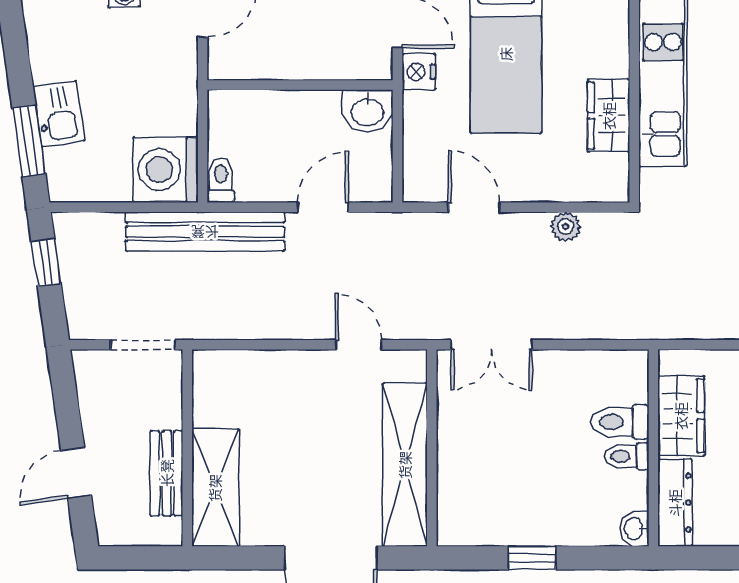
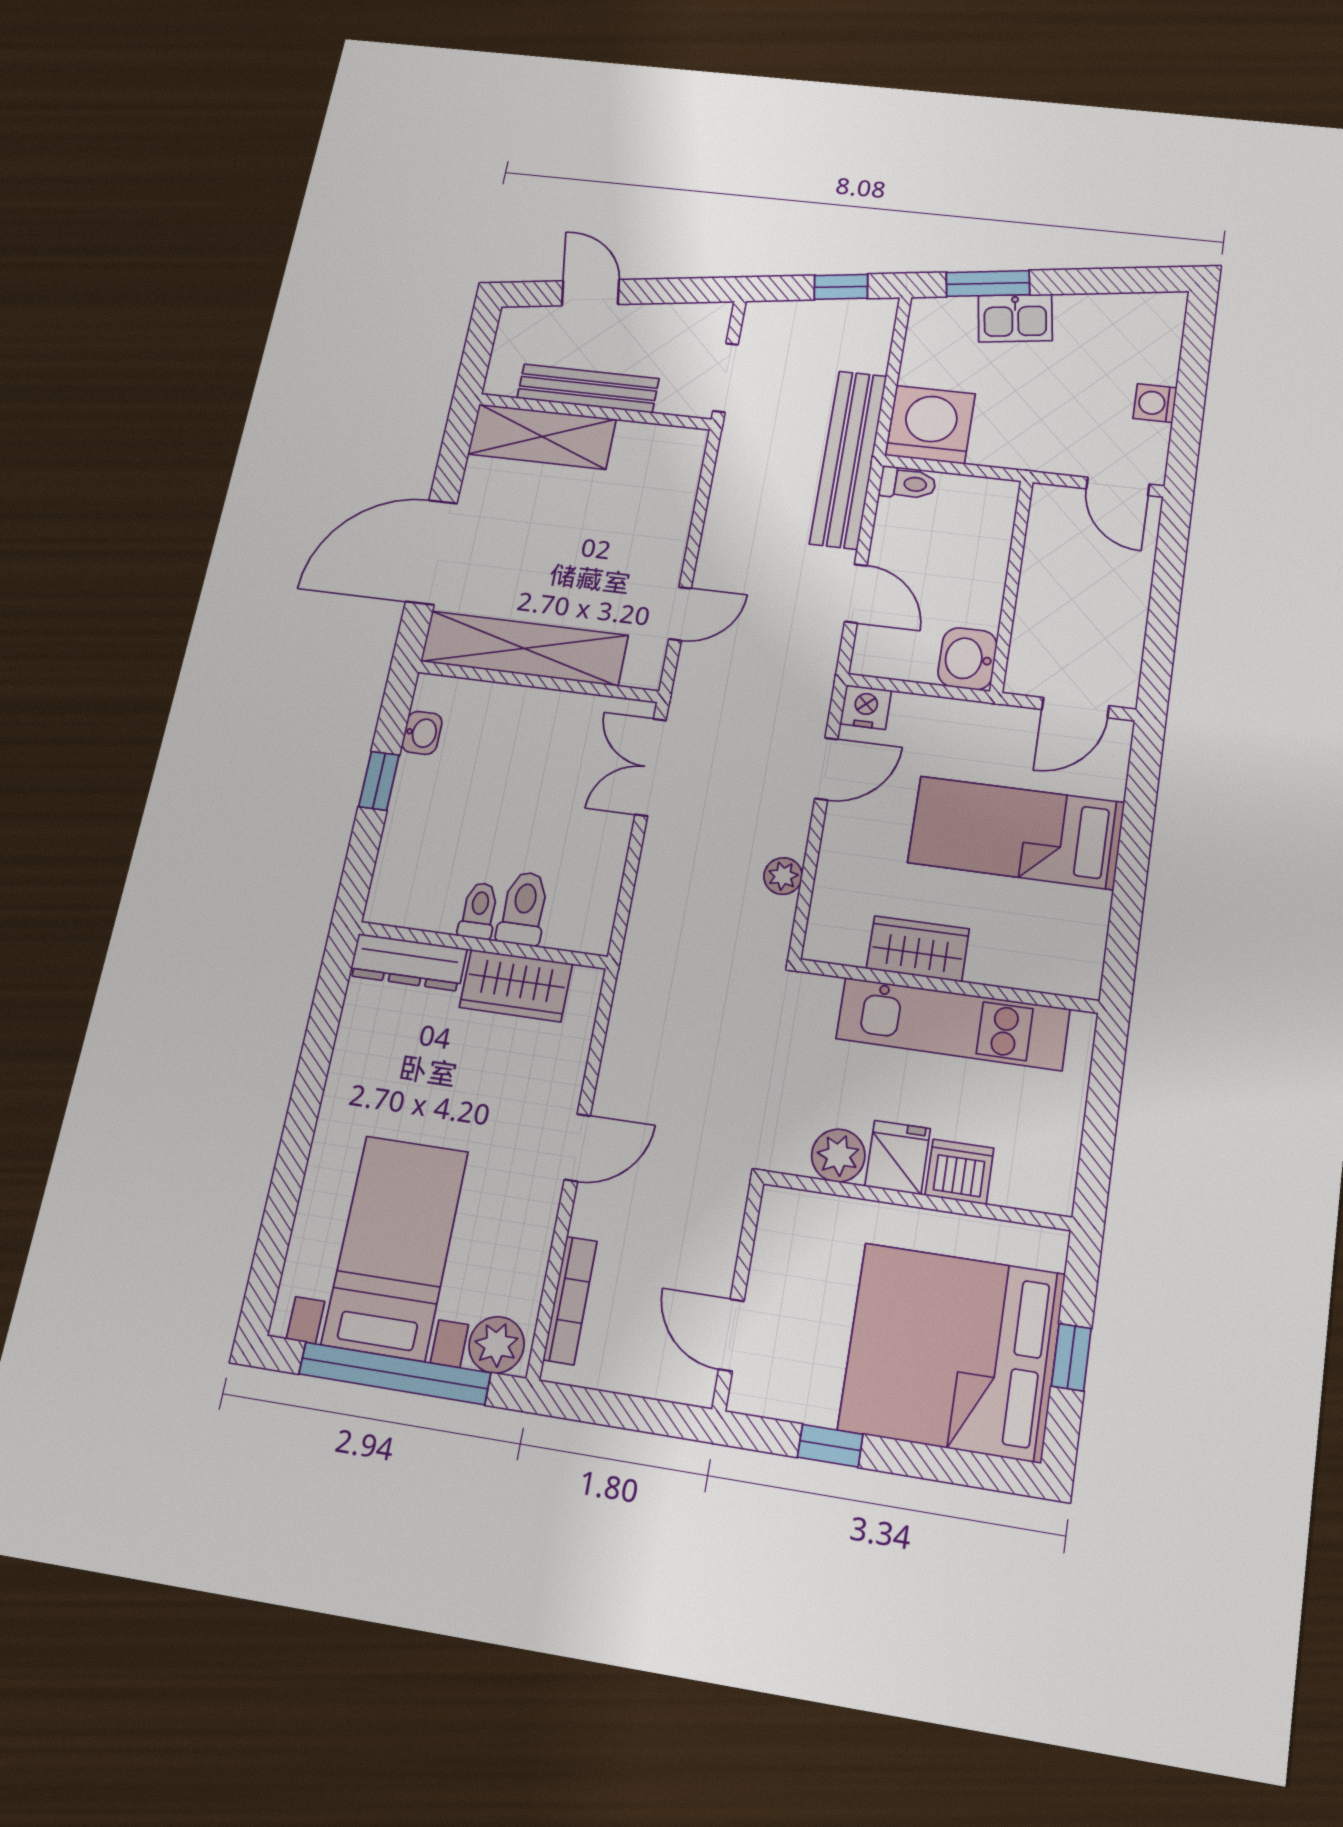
nightstand: (419, 72) -> (866, 707), moved
bench: (167, 473) -> (588, 388), width x1.36
washbasin: (635, 529) -> (422, 733), moved, turned 90

